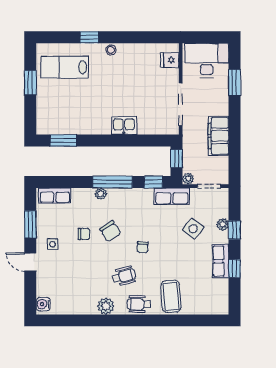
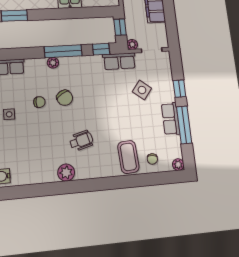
plant: (223, 224) -> (178, 165), moved
chair: (143, 247) -> (152, 159), moved
window: (234, 268) -> (184, 125), width x2.17
wheelchair: (139, 304) -> (98, 167), removed

